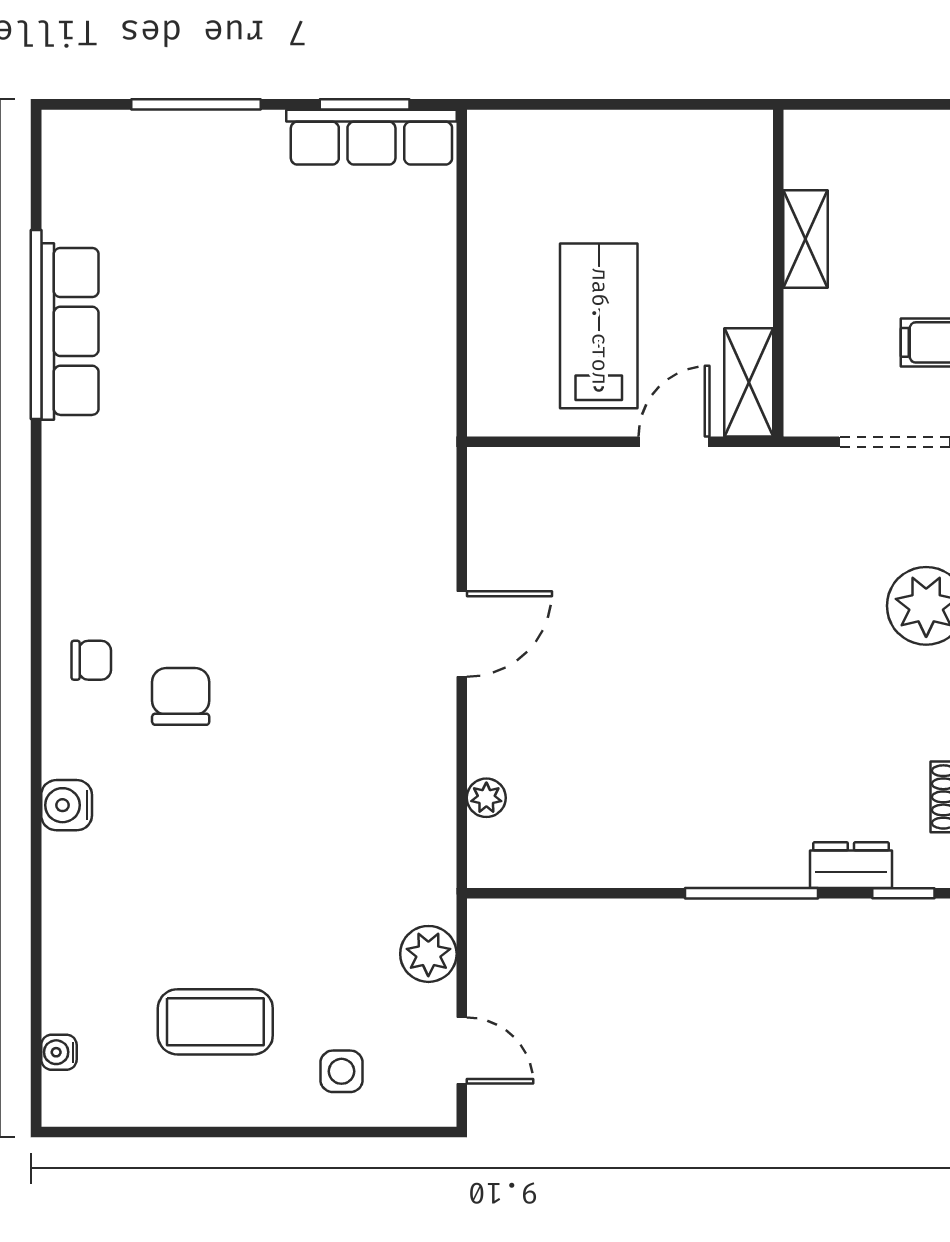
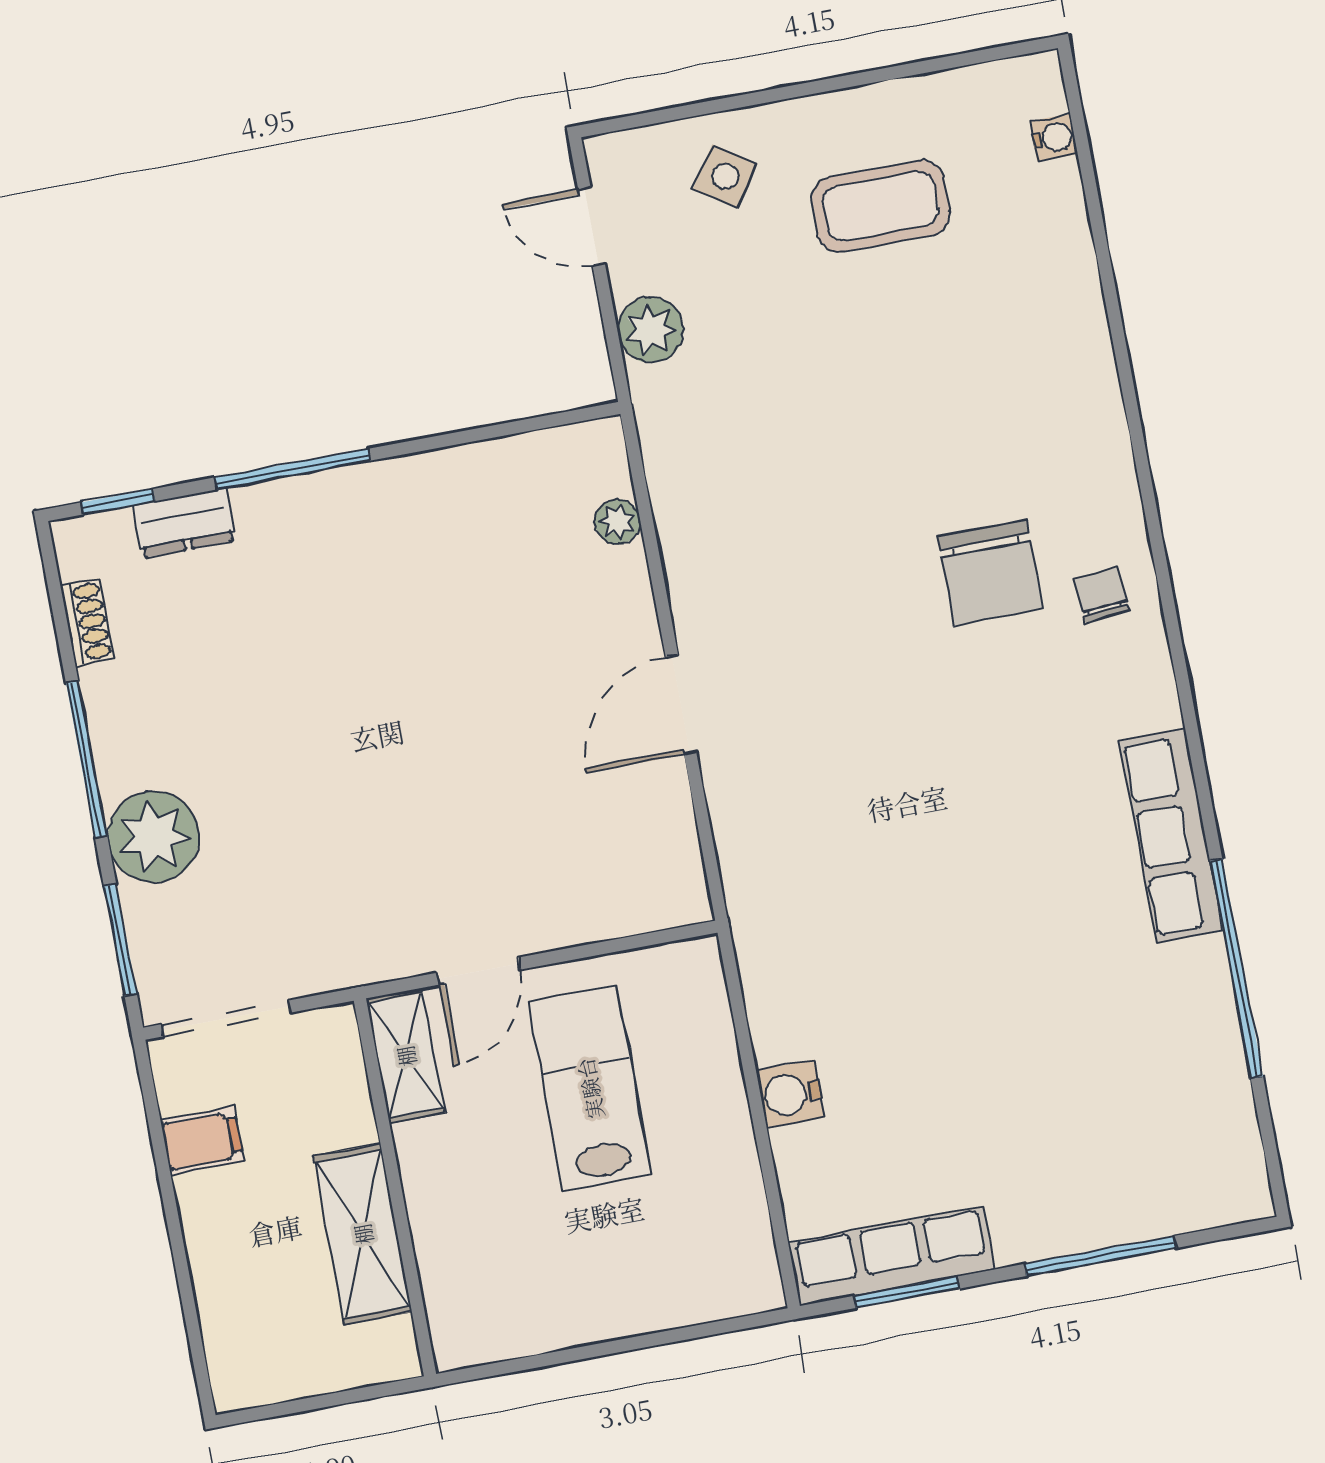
shelving: (806, 239) -> (363, 1234), width x1.50, depth x1.33
lab bench: (599, 326) -> (590, 1088), turned 180
row of seats: (70, 331) -> (1171, 835), moved
chair: (91, 660) -> (1101, 595), turned 85
chair: (181, 696) -> (990, 572), width x1.37, depth x1.37
water cooler: (67, 805) -> (790, 1094), moved, turned 180
side table: (342, 1071) -> (725, 176), turned 34

